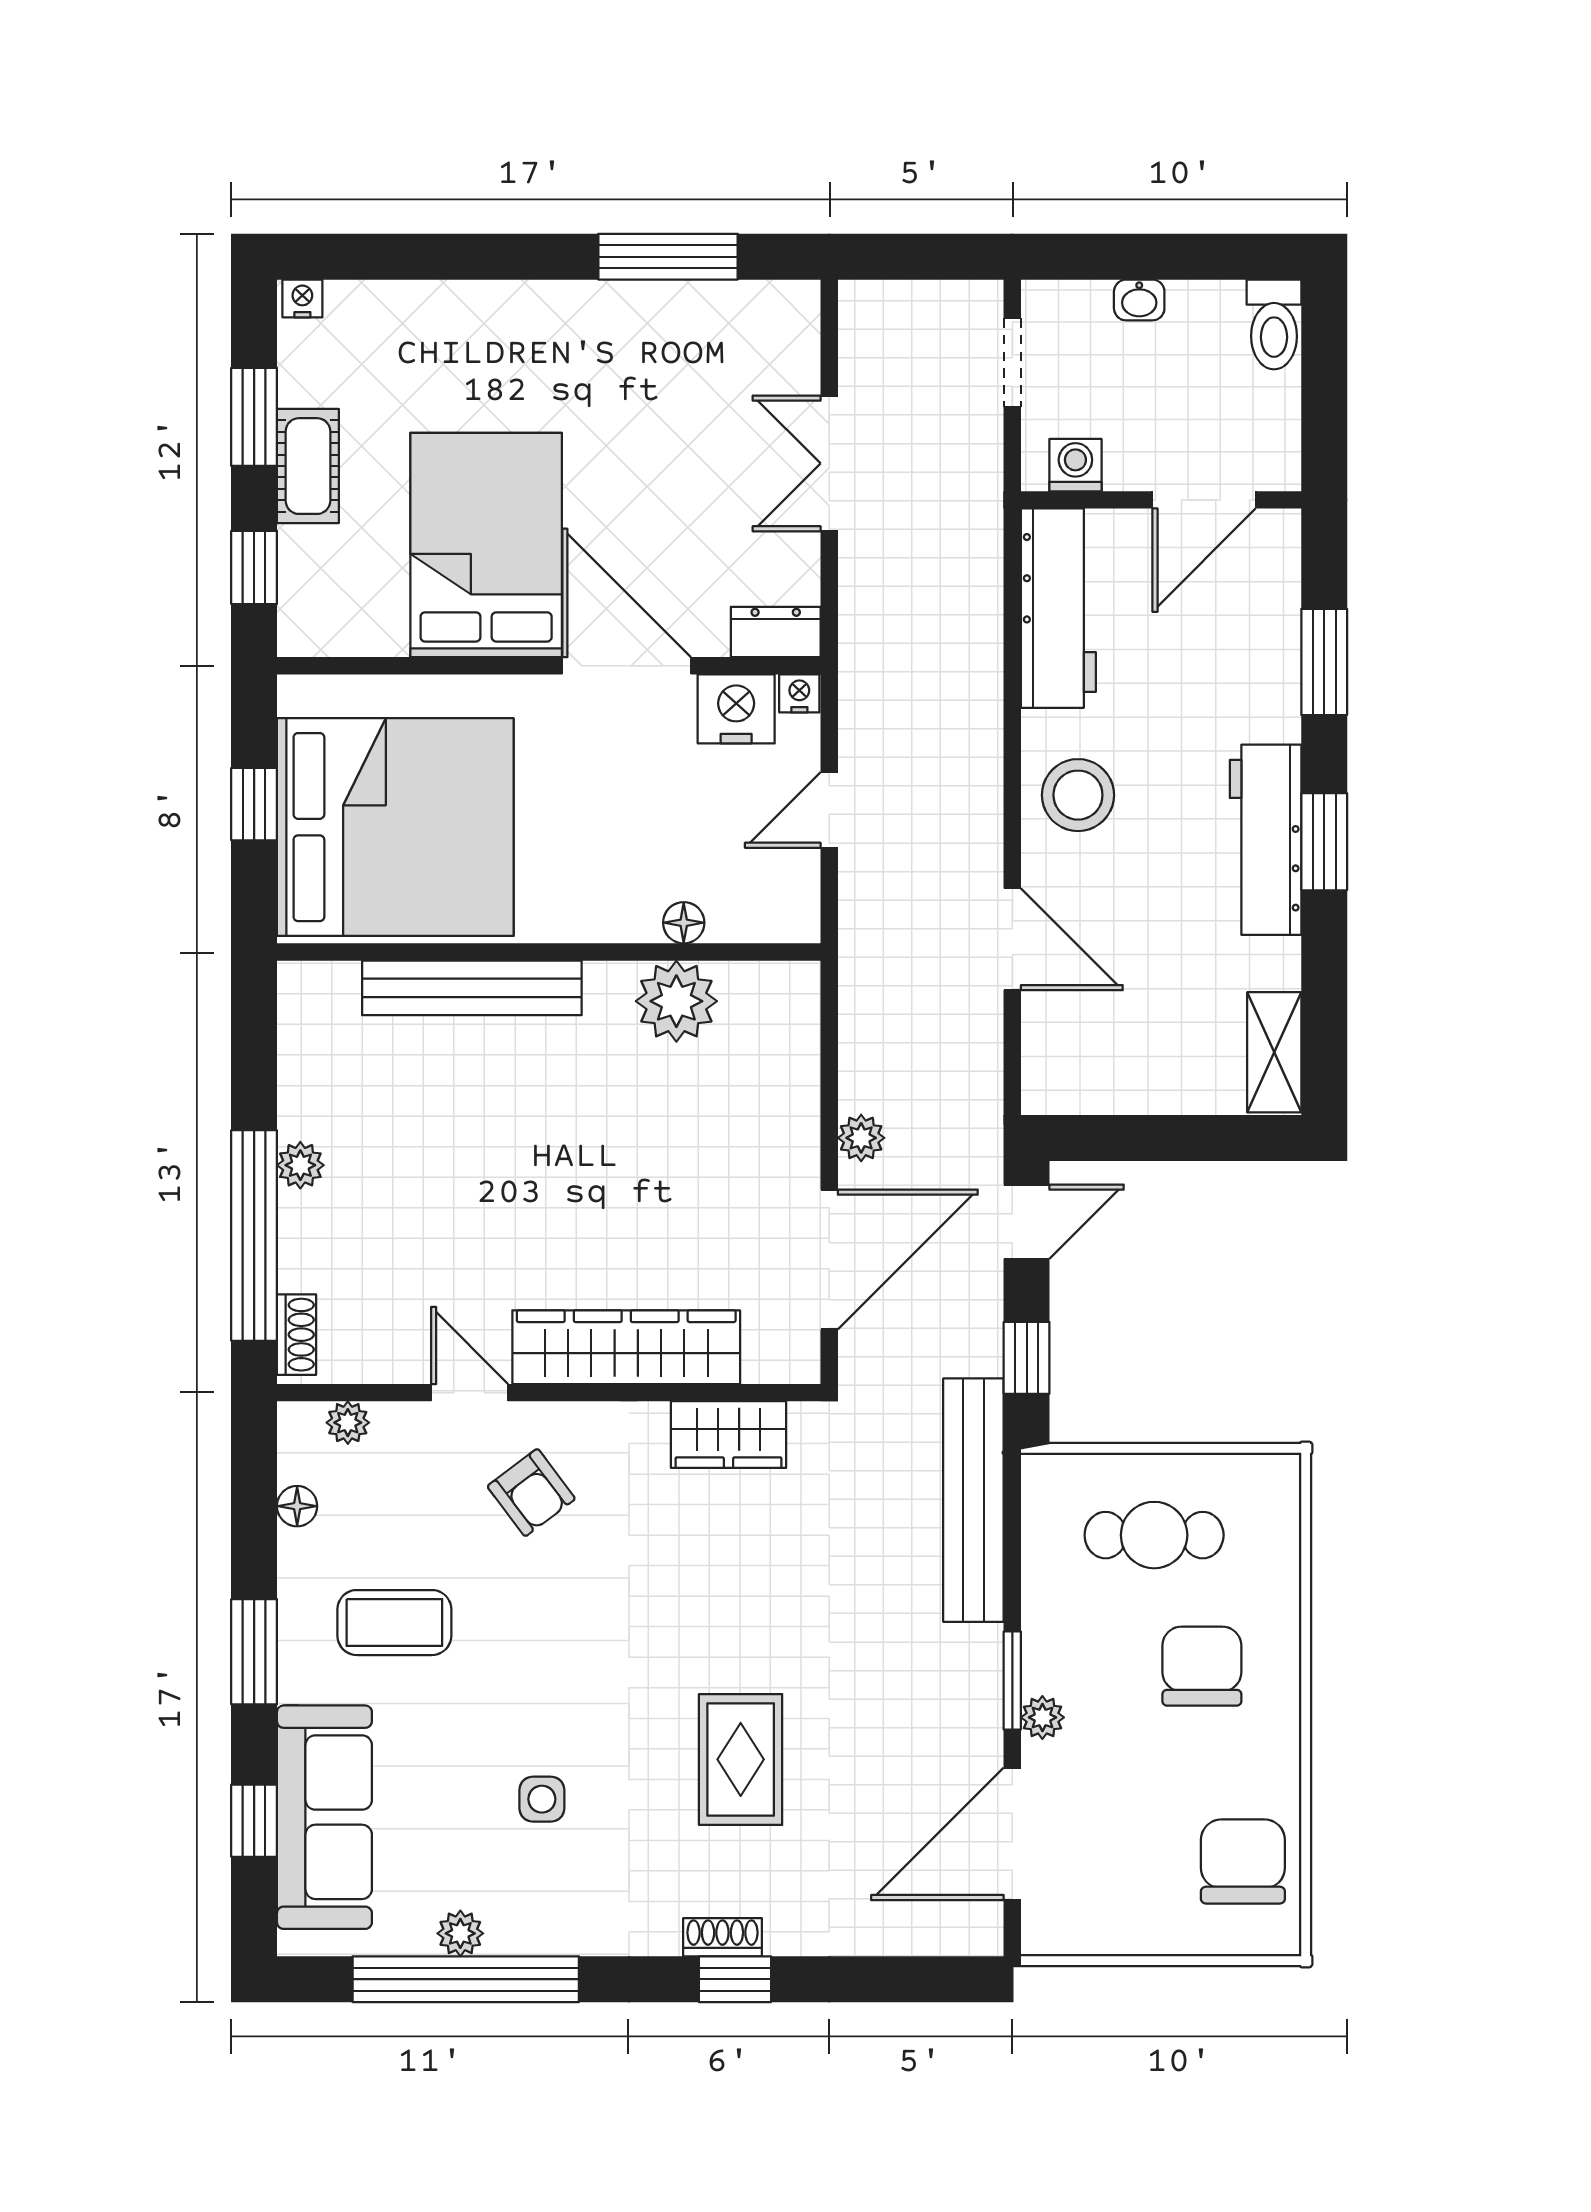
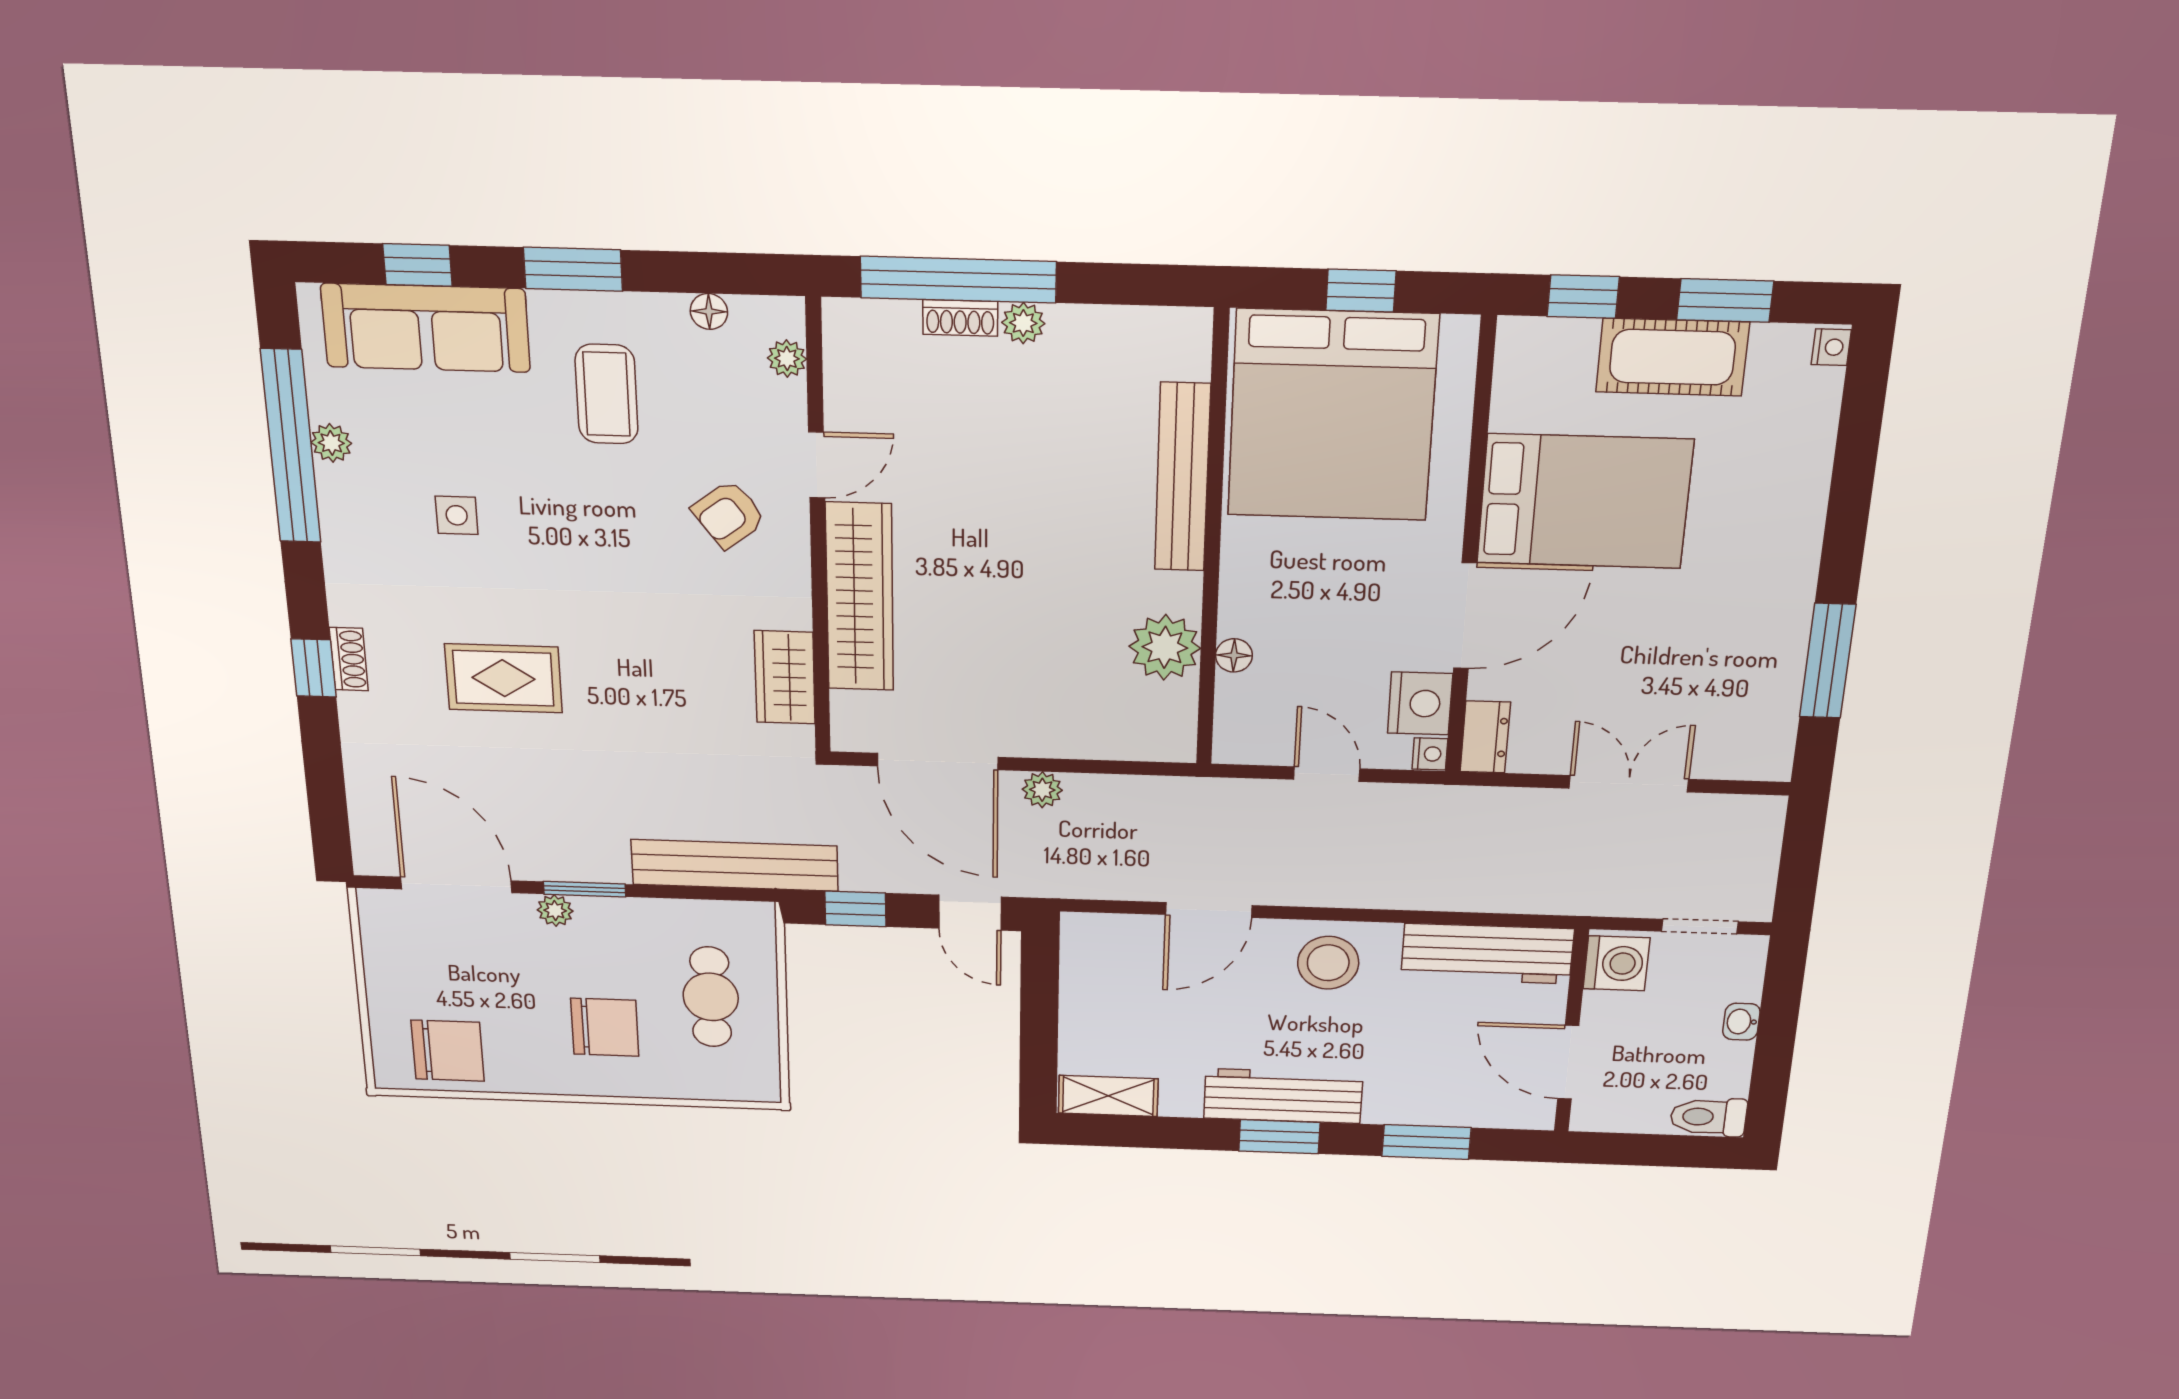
washing machine: (1075, 465) -> (1616, 963), width x1.38, depth x1.38
cot: (308, 466) -> (1672, 357), width x1.37, depth x1.34
shoe rack: (297, 1335) -> (960, 318), moved

